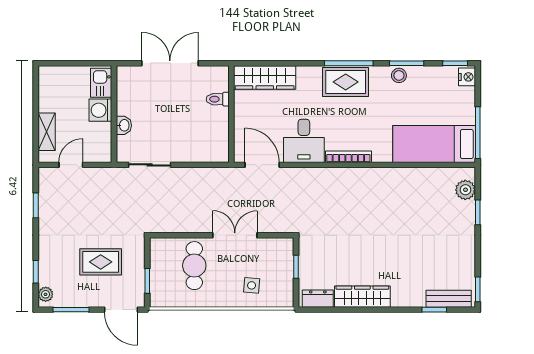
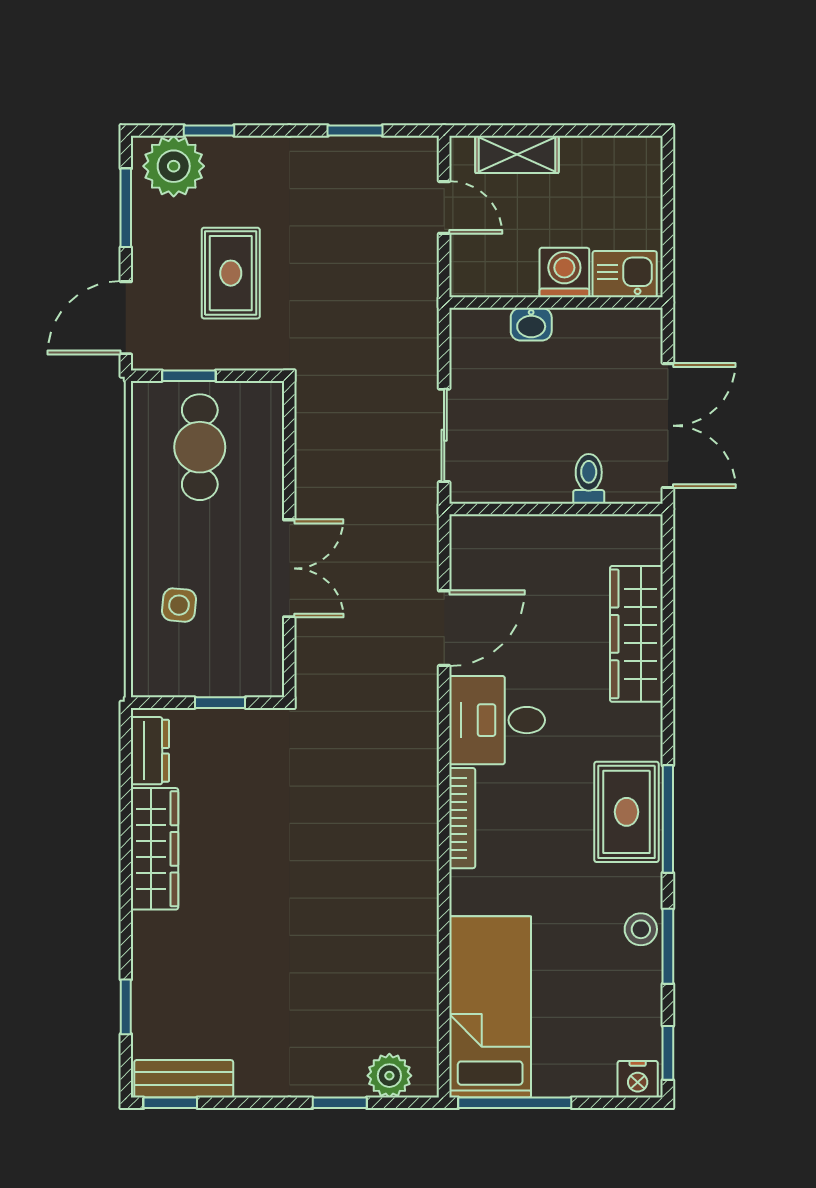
toilet: (218, 99) -> (589, 479), moved
wall: (231, 114) -> (556, 509), moved
sliding door: (150, 165) -> (444, 435), moved
cafe table: (194, 266) -> (200, 447), moved, turned 90
plant: (46, 294) -> (174, 166), width x1.87, depth x1.87
bench: (449, 299) -> (184, 1079), moved, turned 90

